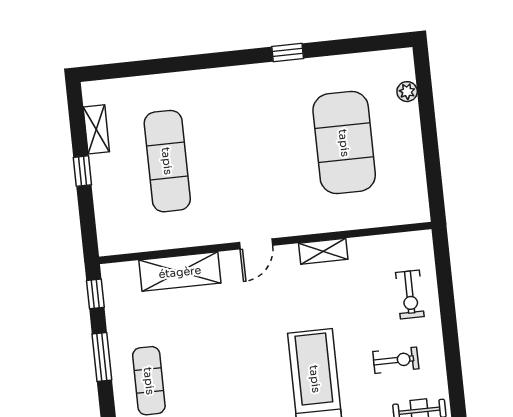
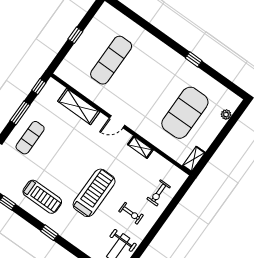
shelving: (96, 129) -> (194, 159), moved

